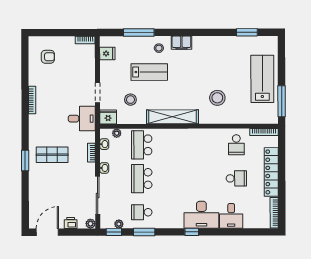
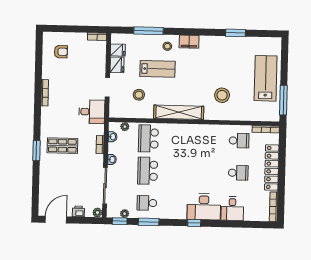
window: (247, 32) -> (236, 33), moved
fridge: (108, 117) -> (117, 65), moved, turned 90
school desk: (236, 145) -> (239, 141), turned -90

